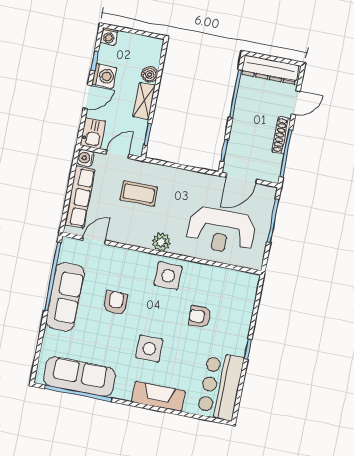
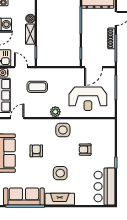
door: (117, 154) -> (21, 67), hinge flipped
fireplace: (158, 396) -> (60, 199), moved

